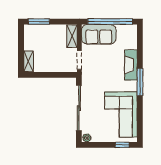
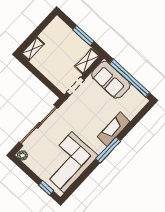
window: (39, 22) -> (84, 35), moved

